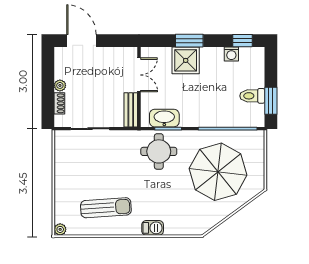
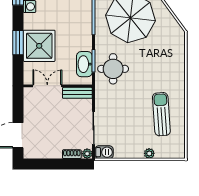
shower: (186, 60) -> (39, 46), width x1.37, depth x1.37
plant: (60, 85) -> (87, 154), moved
barbecue: (153, 228) -> (104, 152), moved, turned 90
plant: (60, 229) -> (149, 153), moved

